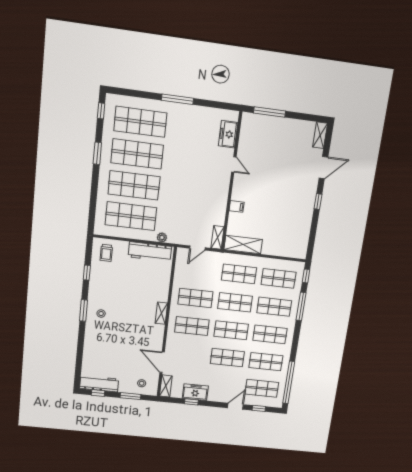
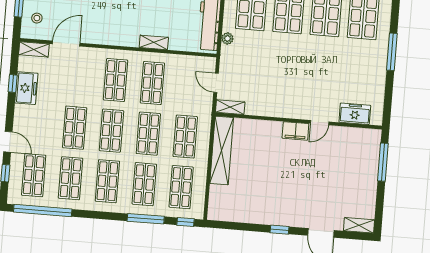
filing cabinet: (237, 206) -> (295, 131), moved, width x2.00
shelving: (243, 245) -> (222, 150), width x1.47
shelving: (161, 313) -> (154, 42), moved

